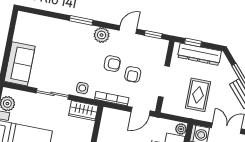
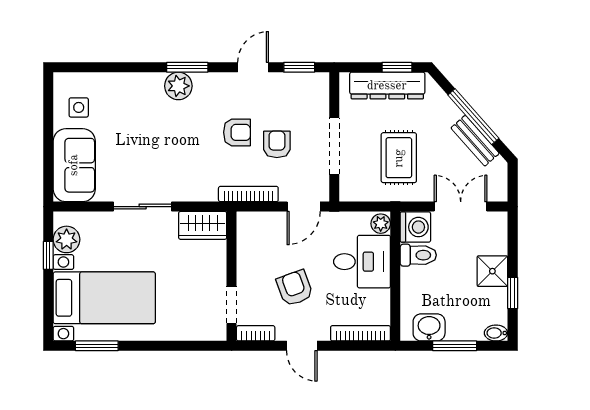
window: (81, 20) -> (187, 67), moved
plant: (102, 35) -> (178, 86), moved
window: (193, 42) -> (397, 67), moved
armchair: (133, 74) -> (277, 144), turned 180
side table: (82, 88) -> (79, 107), moved

